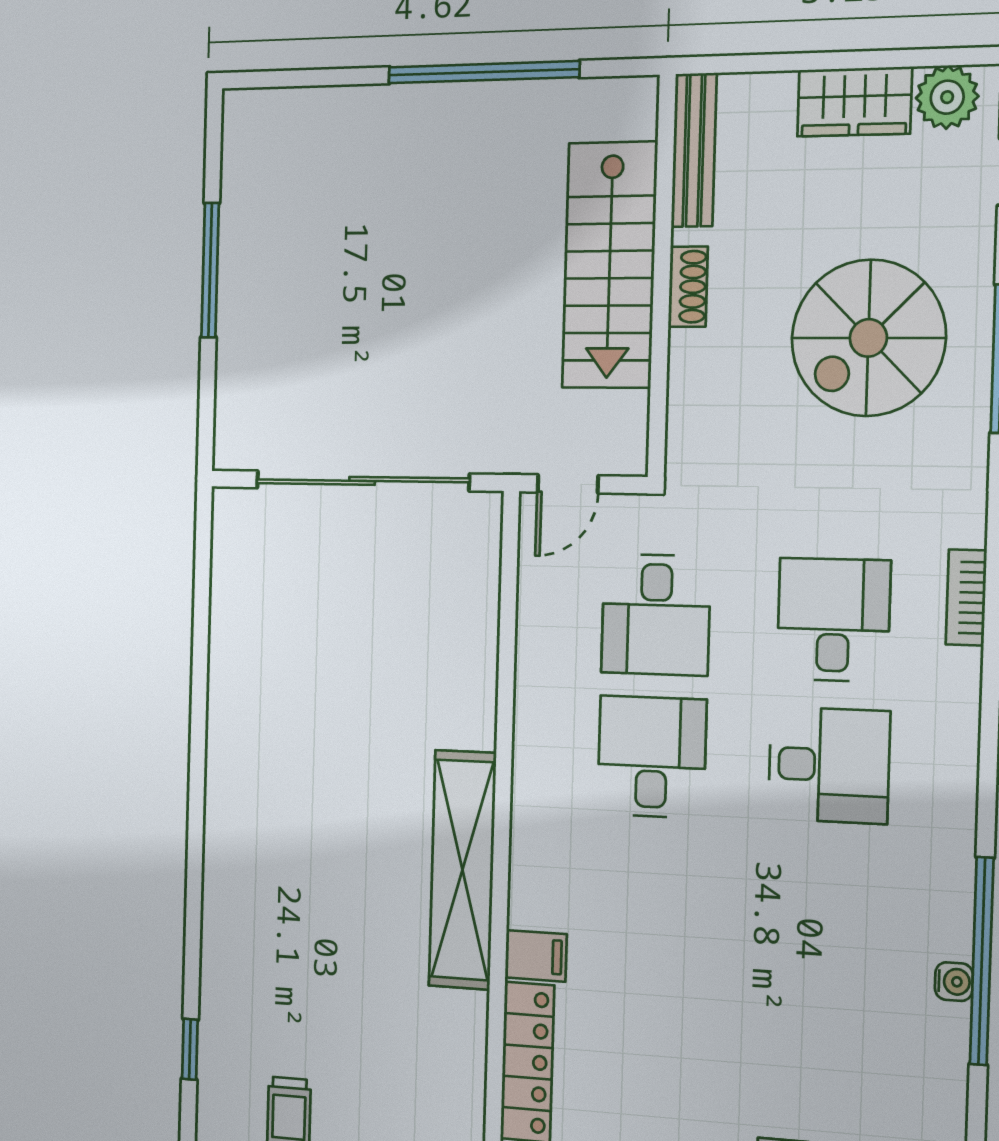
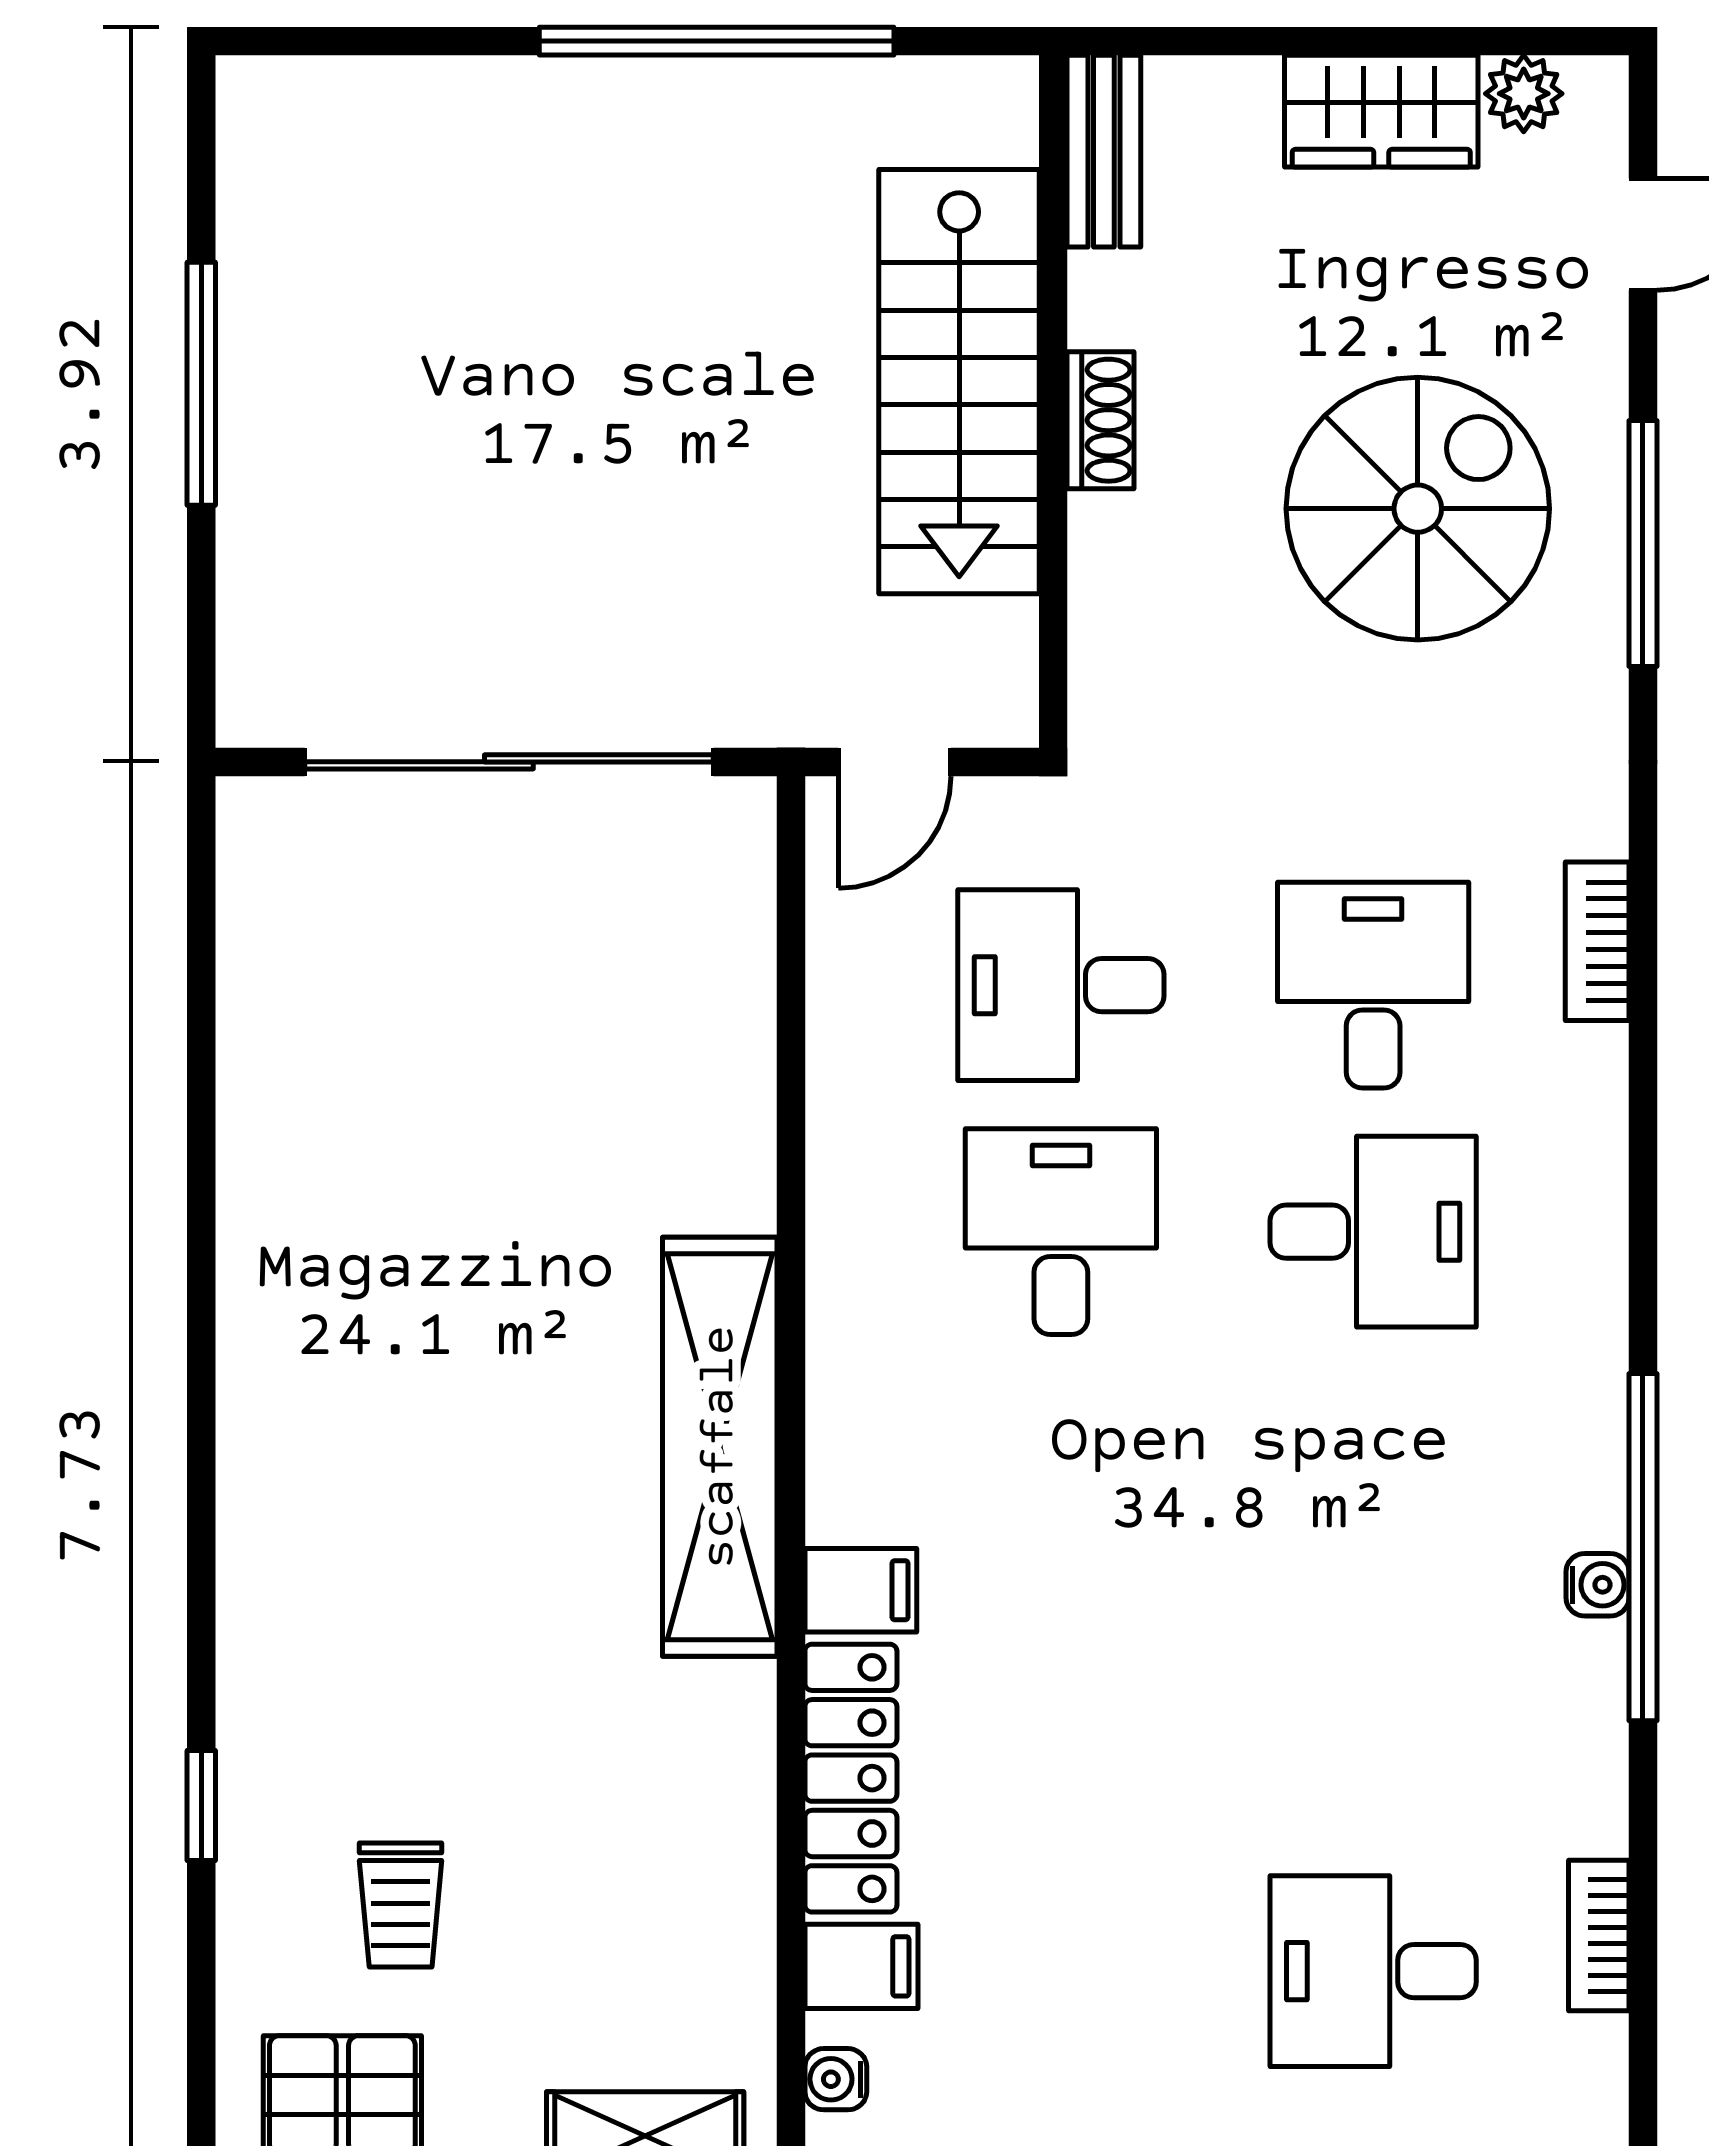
plant: (947, 97) -> (1524, 94), width x0.73, depth x0.73
bench: (694, 150) -> (1104, 151), width x0.73
spiral stairs: (868, 338) -> (1418, 509), turned 180
desk: (656, 615) -> (1061, 985), turned 90

